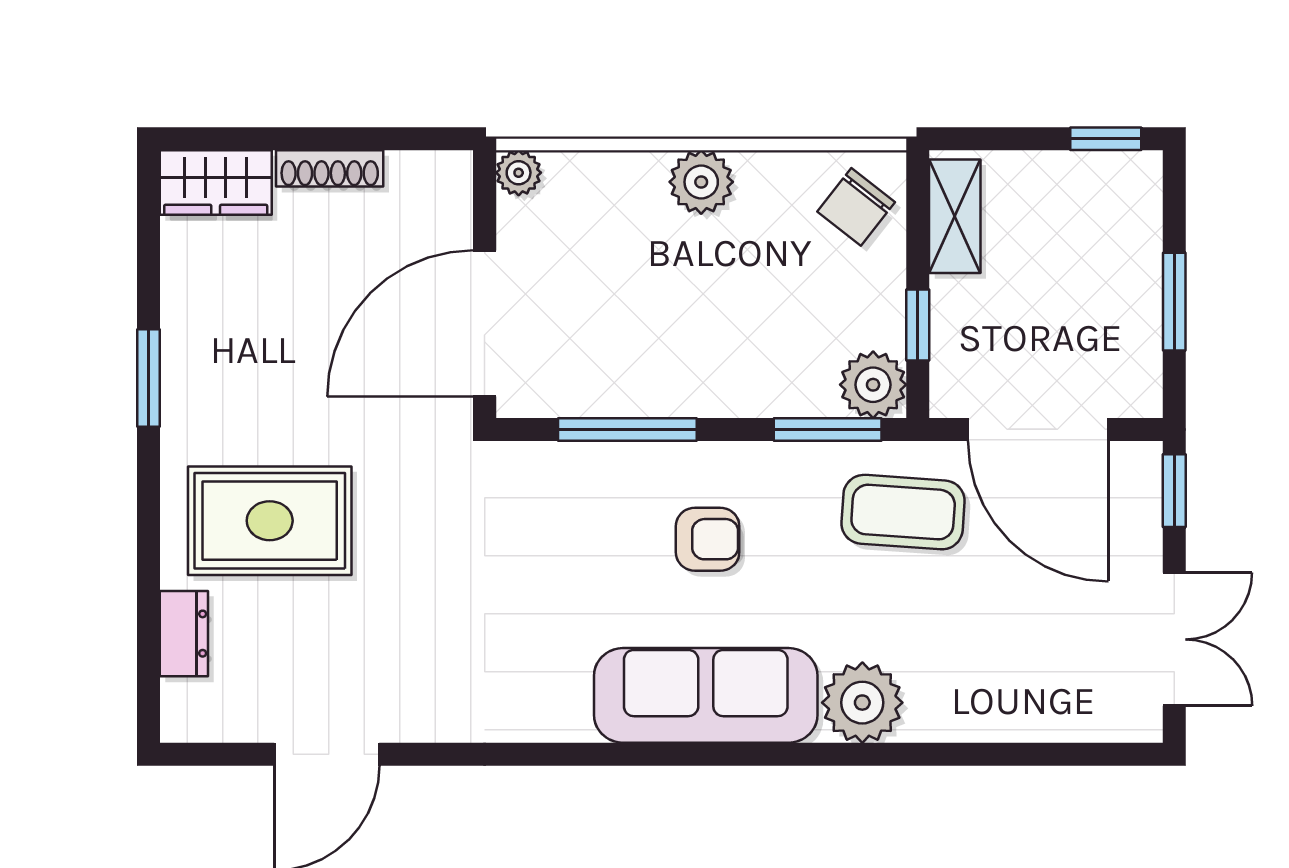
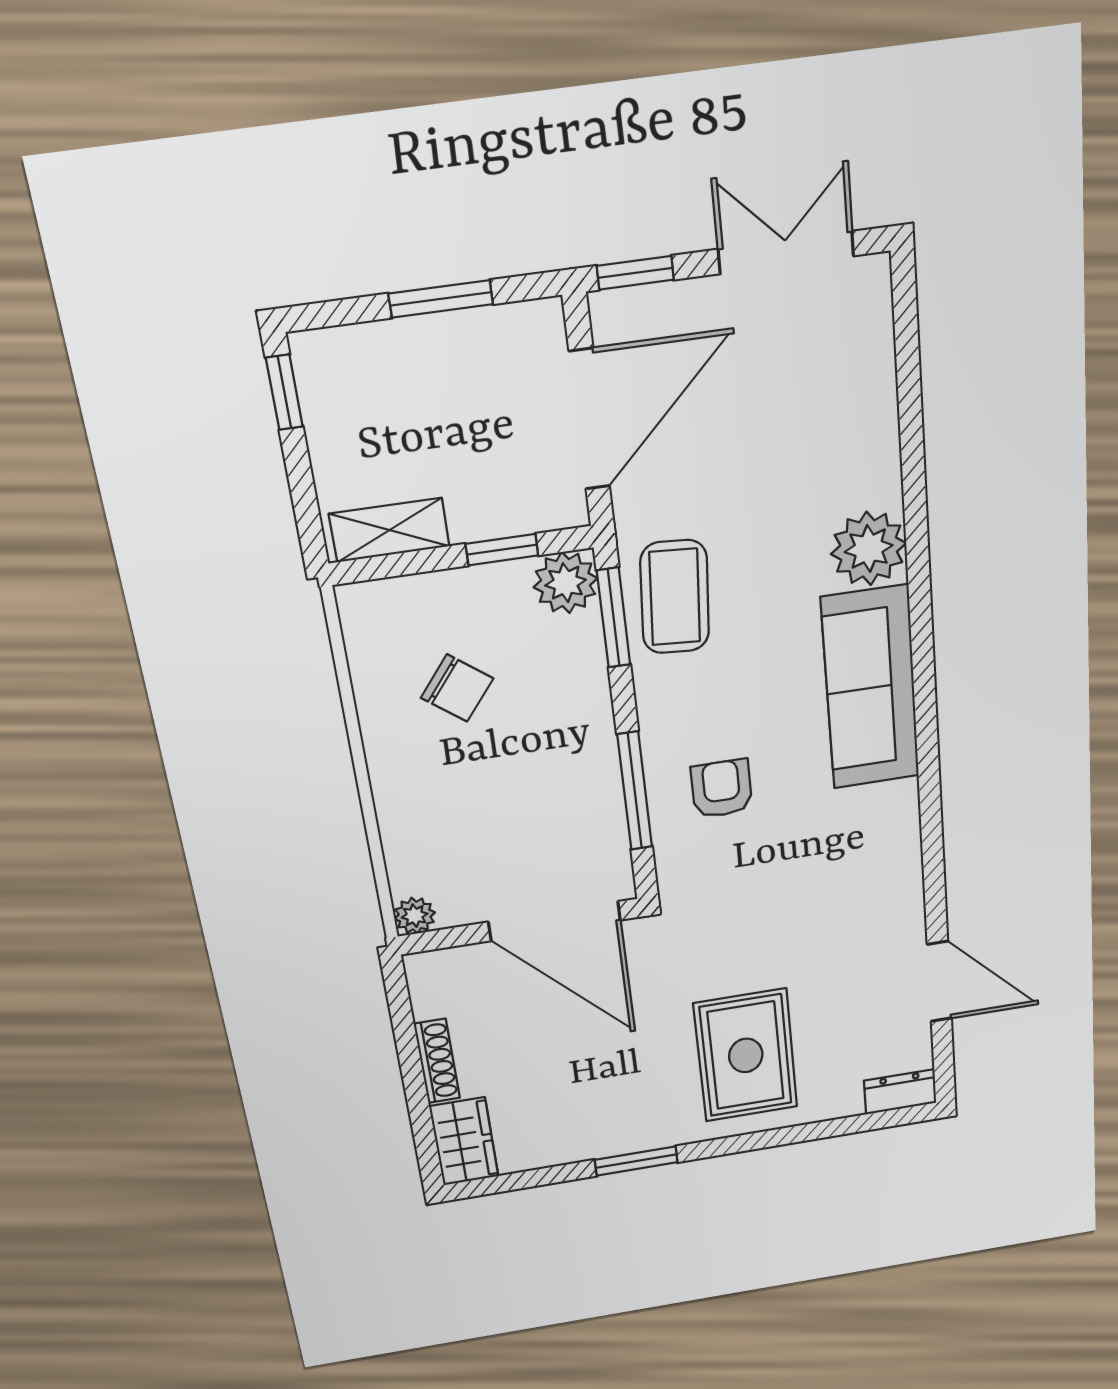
plant: (701, 182) -> (396, 764), removed
chair: (856, 207) -> (457, 688), moved
coffee table: (903, 512) -> (675, 597), moved
armchair: (708, 539) -> (721, 789), moved
dresser: (184, 634) -> (900, 1092), moved

